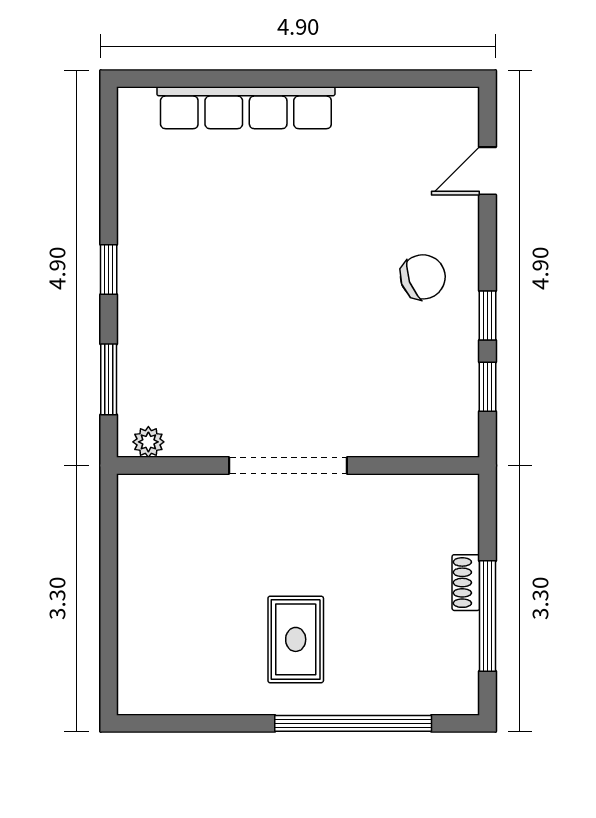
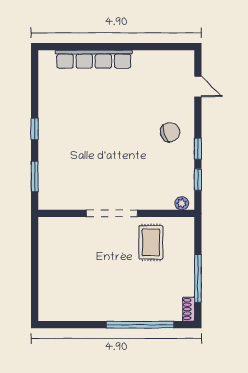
door: (487, 171) -> (198, 86), swing flipped
plant: (148, 442) -> (182, 203), moved
shoe rack: (466, 583) -> (189, 309), moved
rug: (296, 639) -> (151, 242), moved

